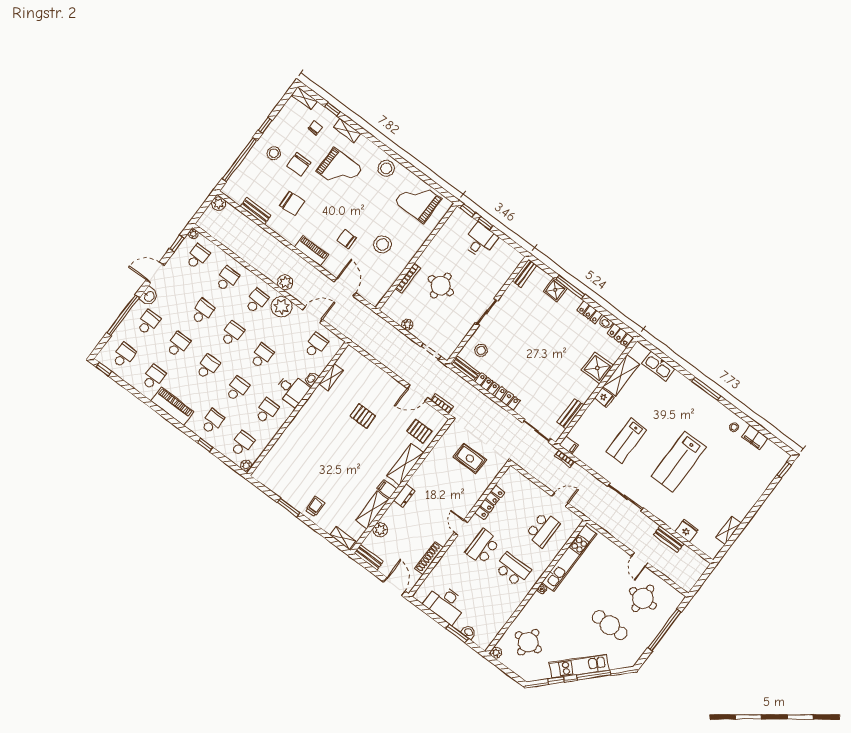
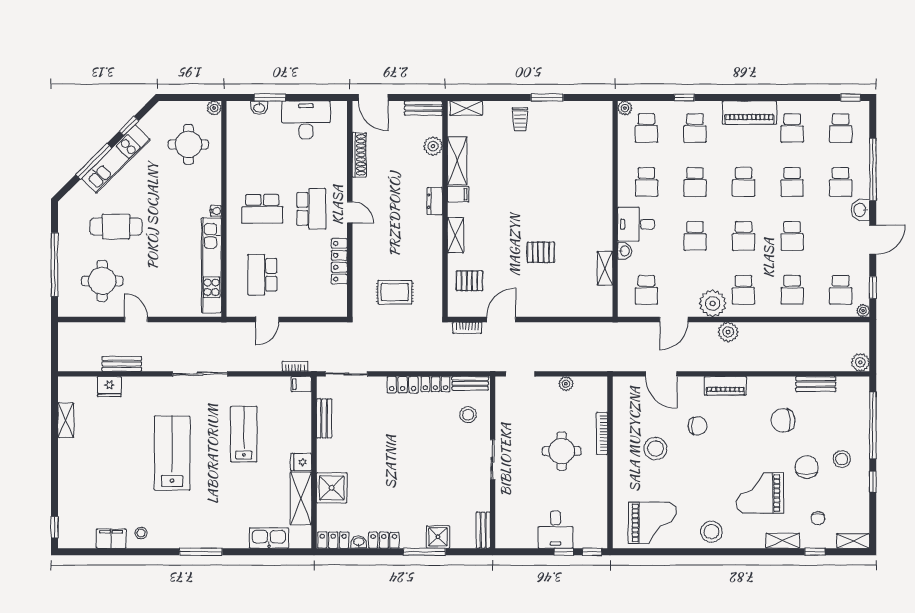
shelving: (405, 464) -> (456, 235), width x0.67, depth x0.75

